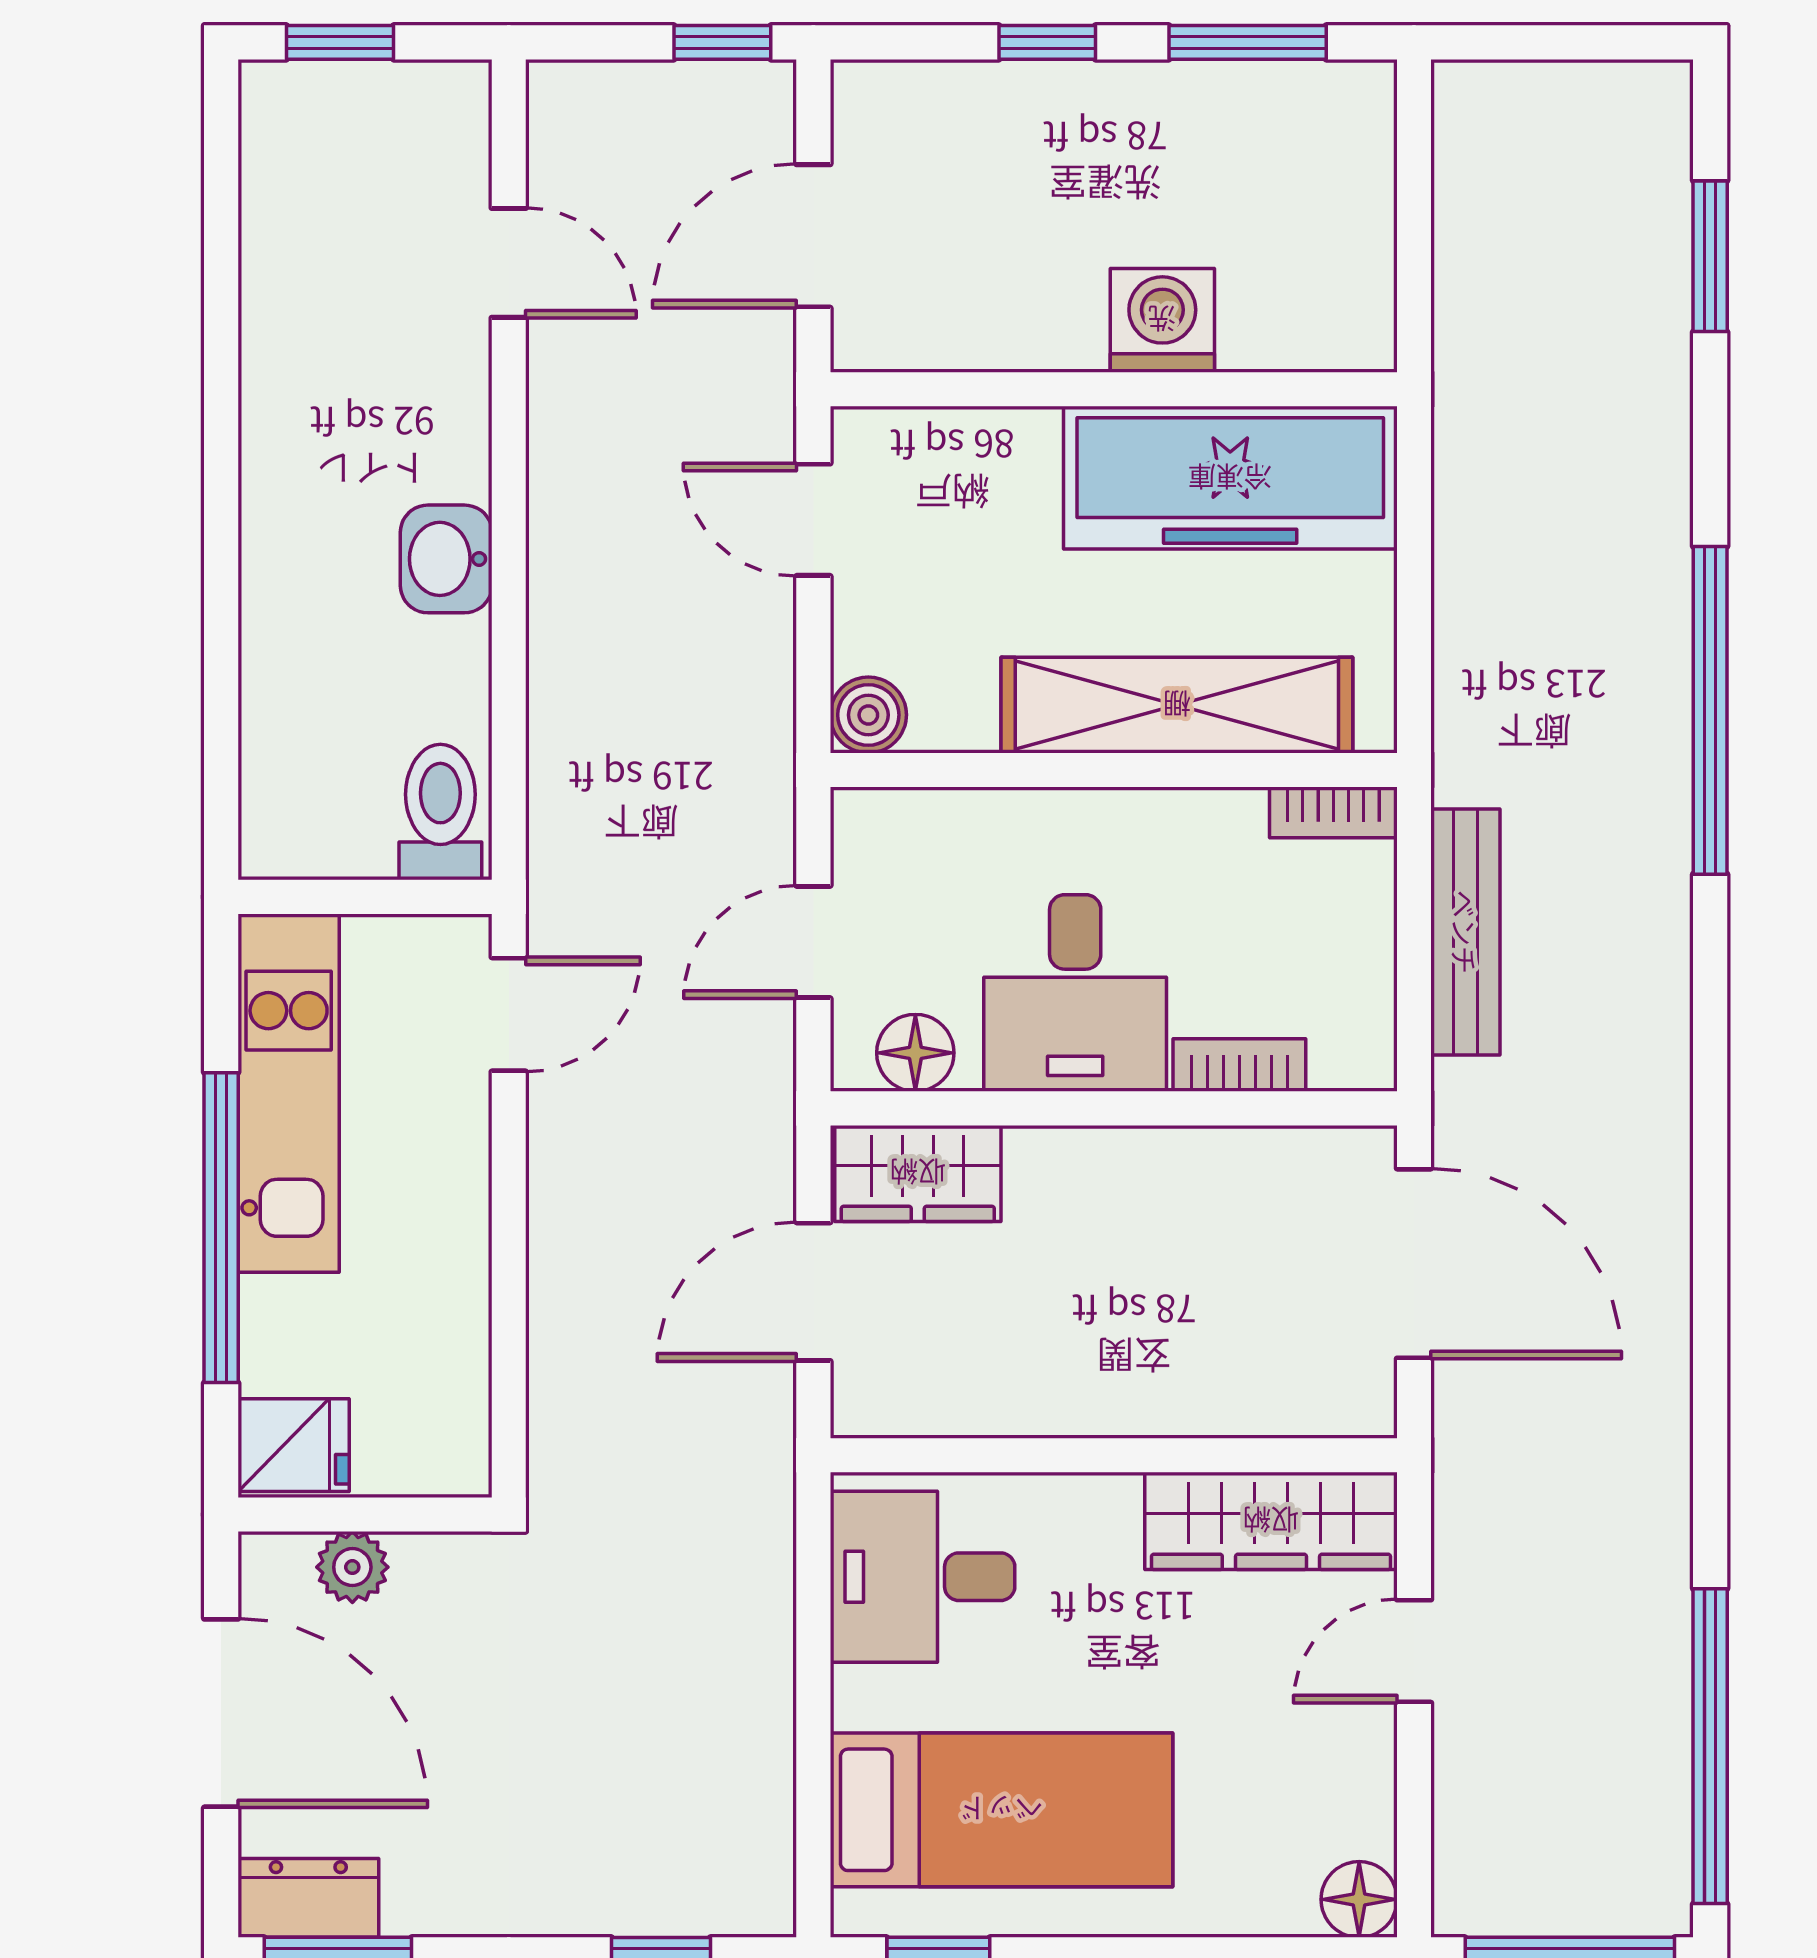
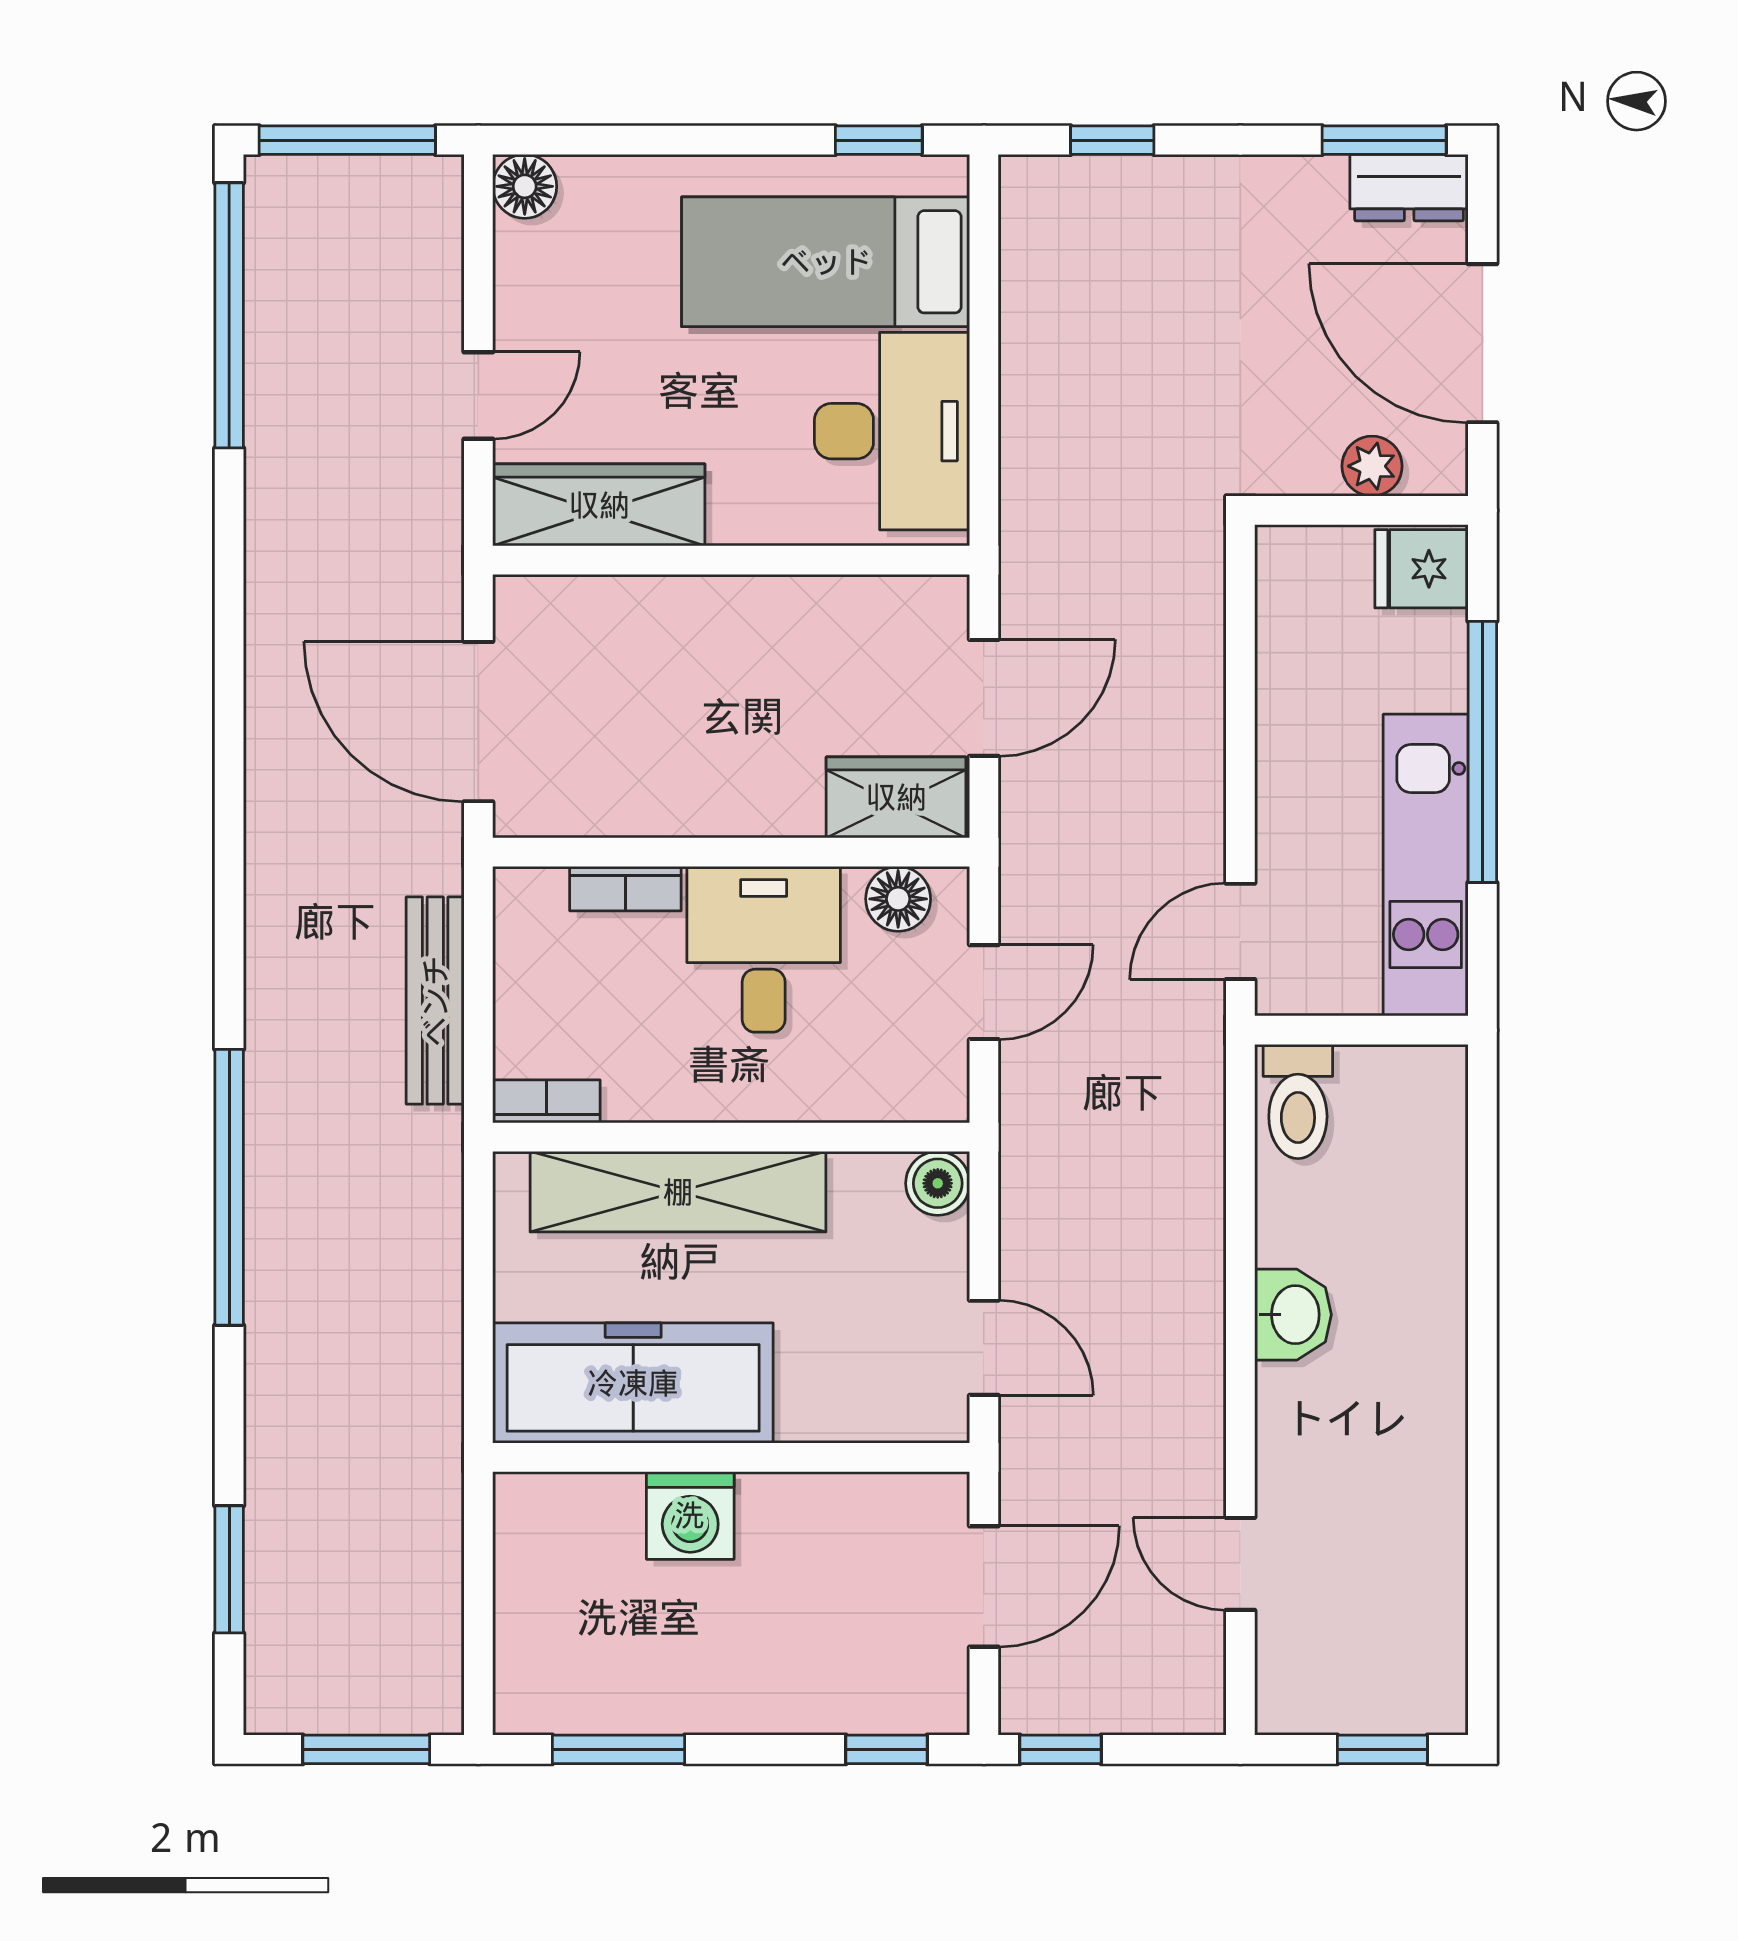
window: (1047, 42) -> (886, 1749), moved
window: (1547, 42) -> (366, 1749), added
desk: (923, 1577) -> (892, 431), width x1.37

